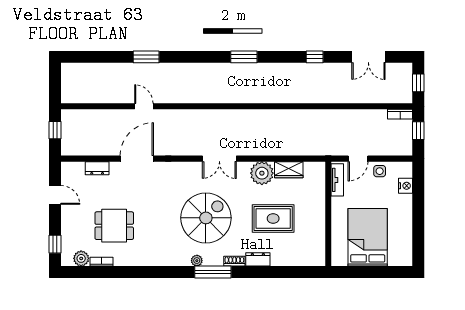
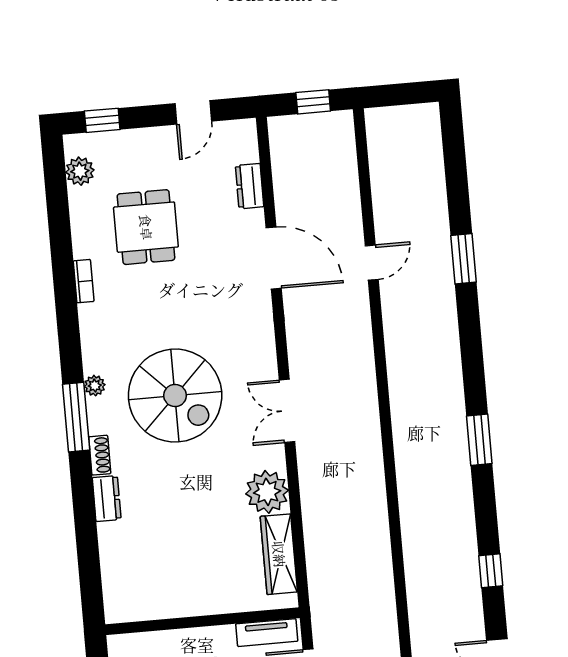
wardrobe: (289, 170) -> (279, 554), width x1.50
rug: (273, 219) -> (185, 520), removed
bookcase: (101, 262) -> (84, 281), moved

